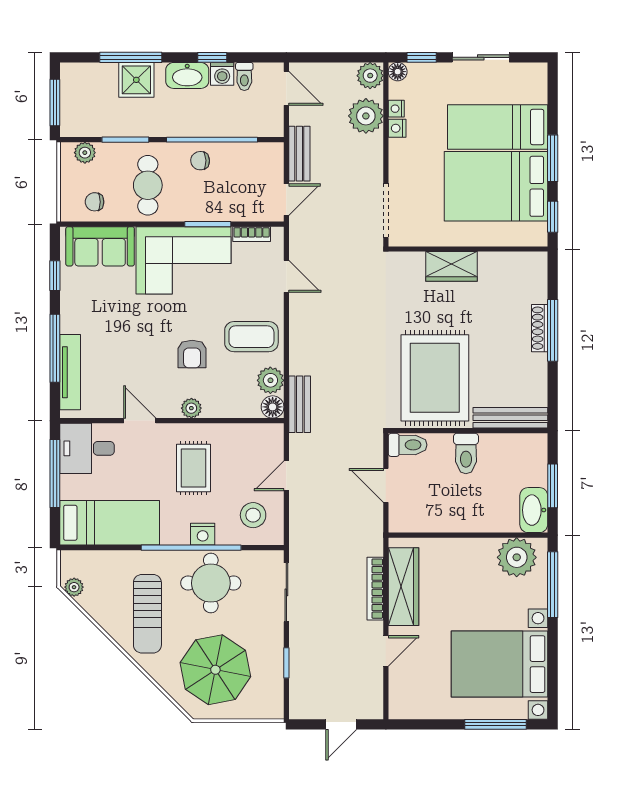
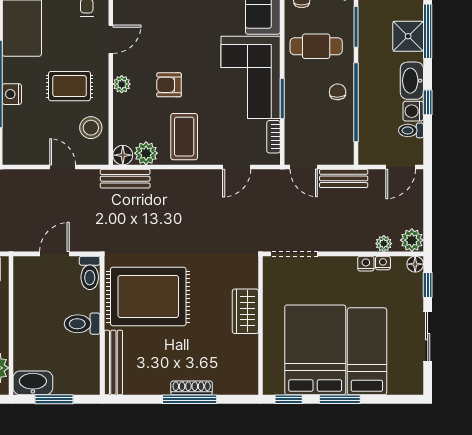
plant: (366, 116) -> (384, 244), width x0.53, depth x0.53
stool: (253, 515) -> (91, 128), moved

